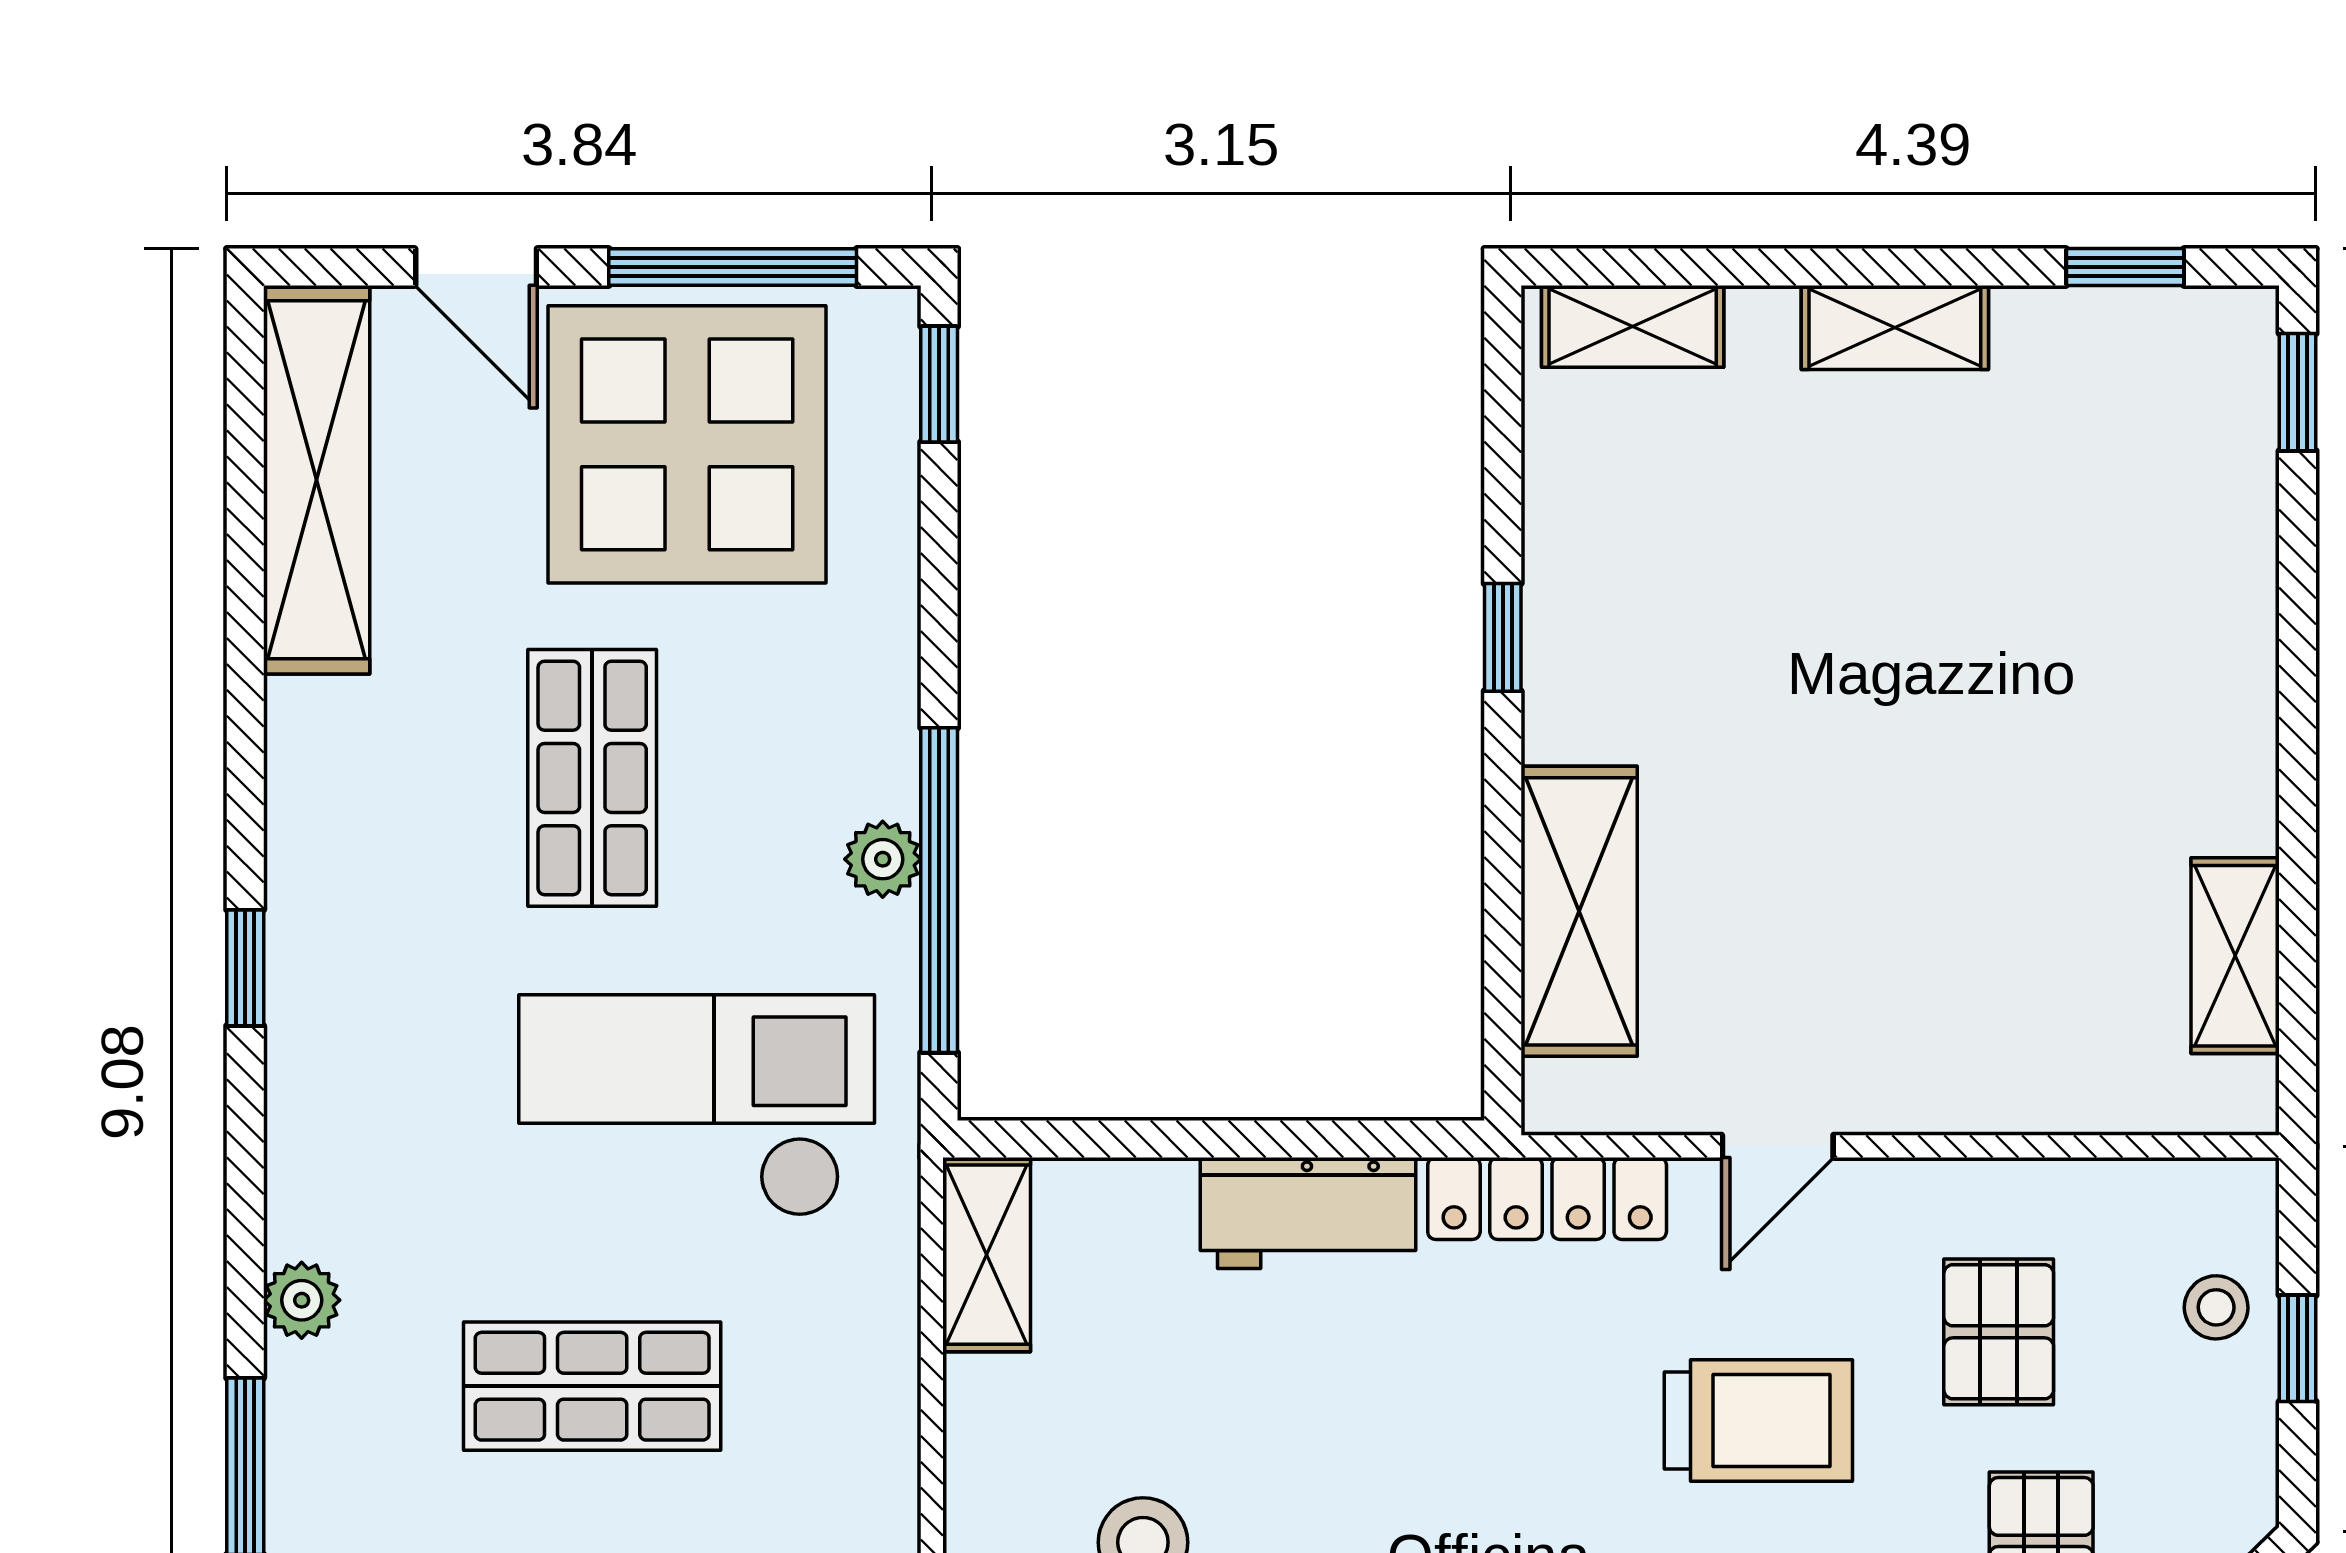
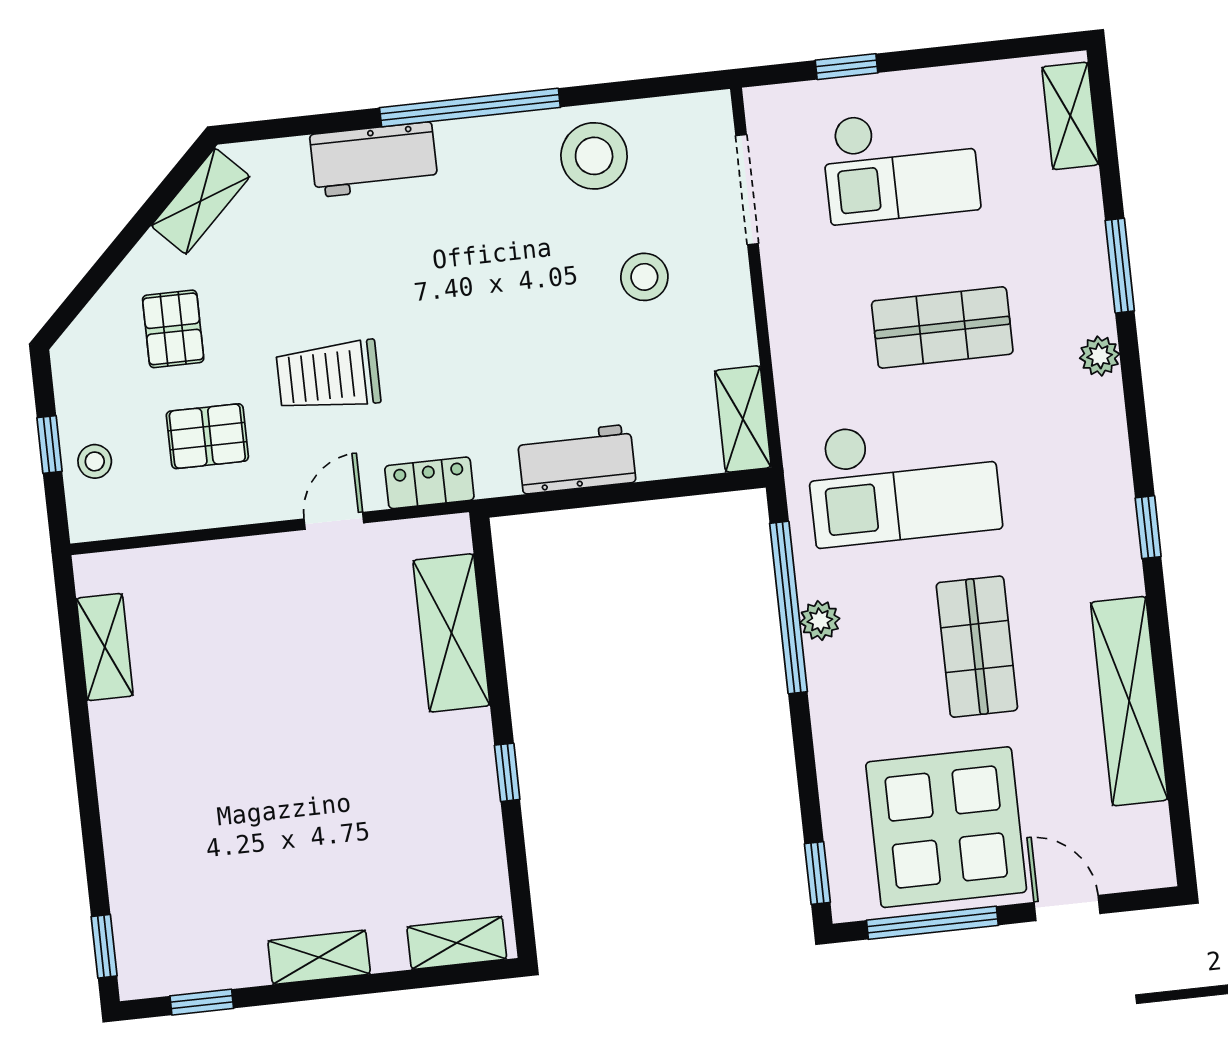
shelving: (317, 480) -> (1129, 701), moved
locker: (1547, 1198) -> (429, 483), width x0.66
pallet: (1999, 1332) -> (207, 436), turned 90

